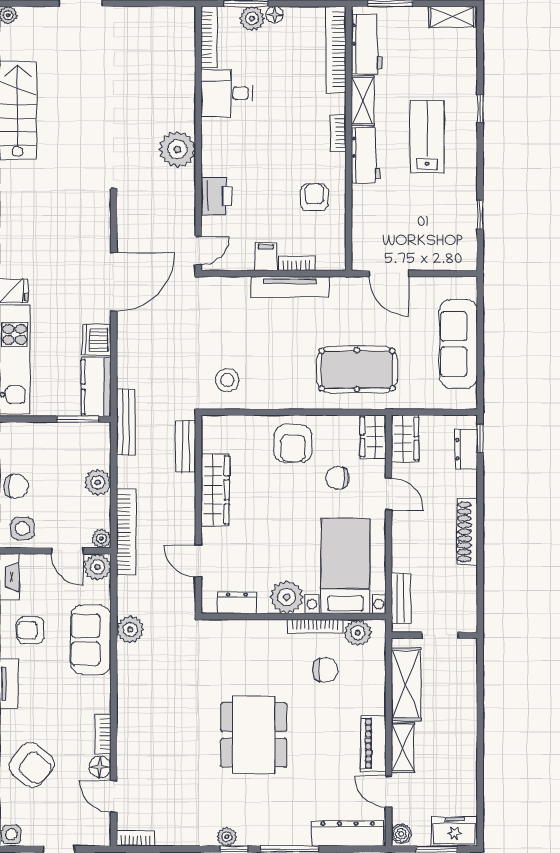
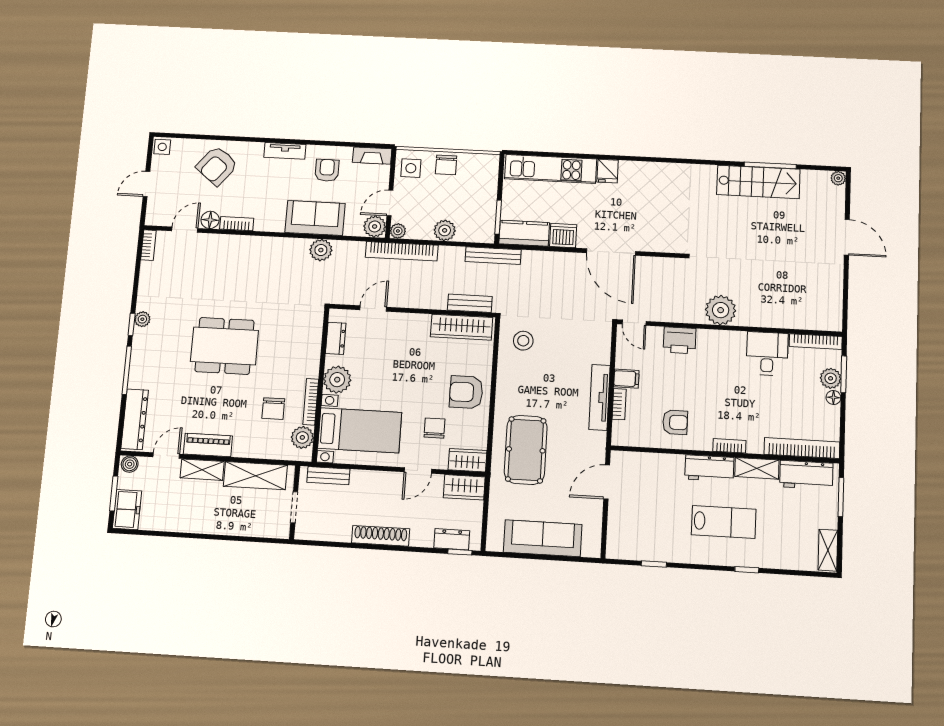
wardrobe: (215, 490) -> (462, 327), moved

